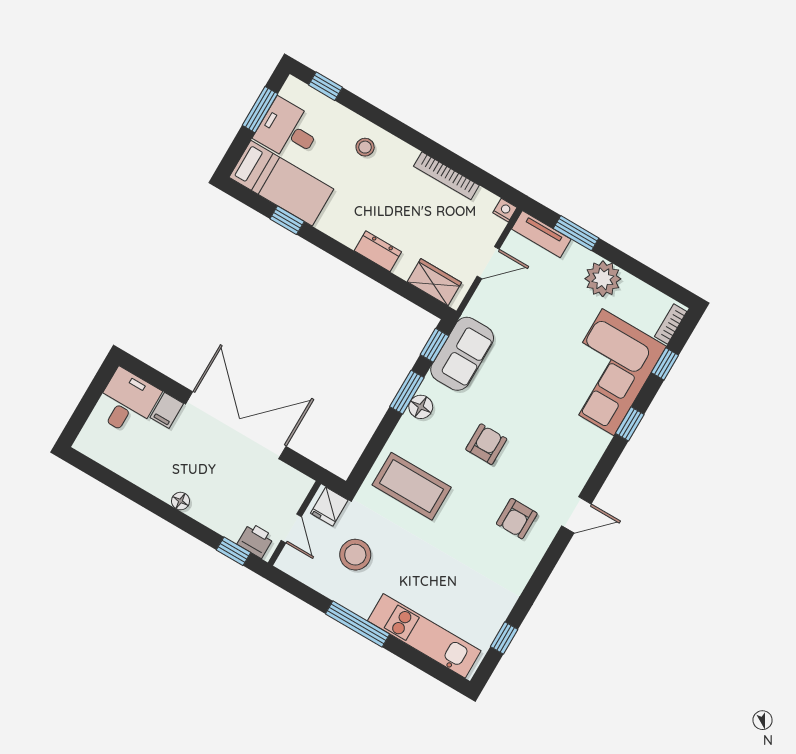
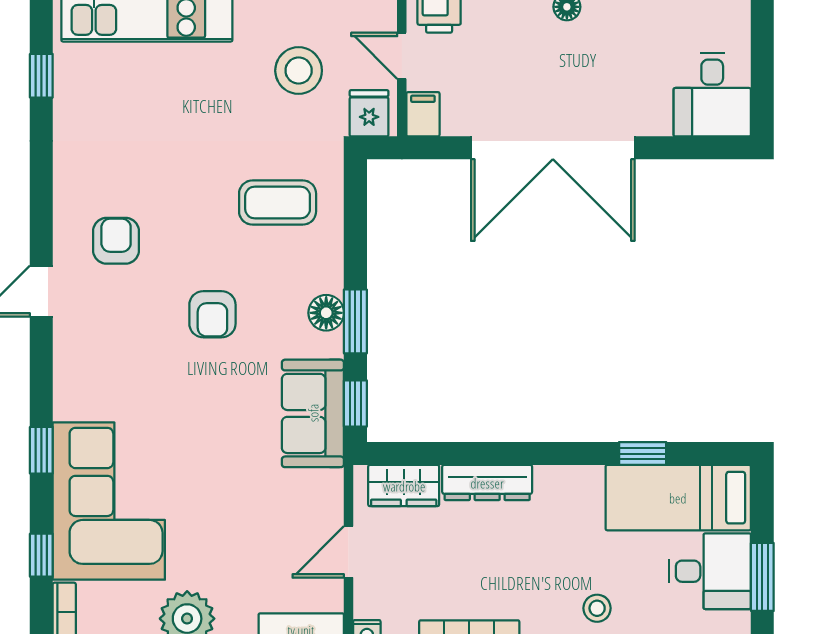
dresser: (378, 251) -> (487, 483), width x1.44
filing cabinet: (167, 410) -> (423, 114), moved
coffee table: (412, 486) -> (278, 203), width x0.73, depth x0.76

